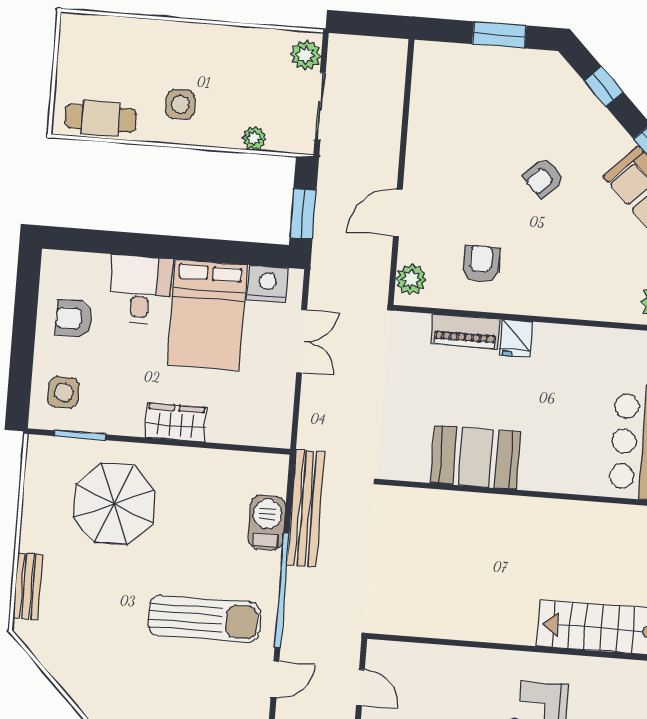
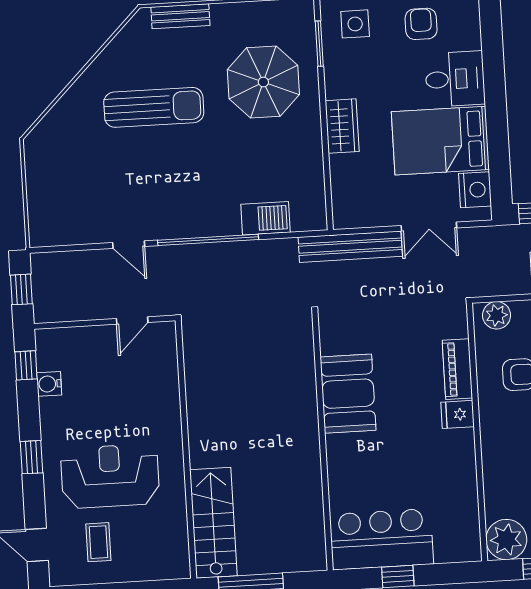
bench: (306, 508) -> (350, 247), moved
sun lounger: (204, 619) -> (154, 107), moved, turned -90

